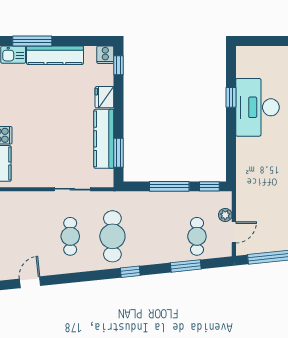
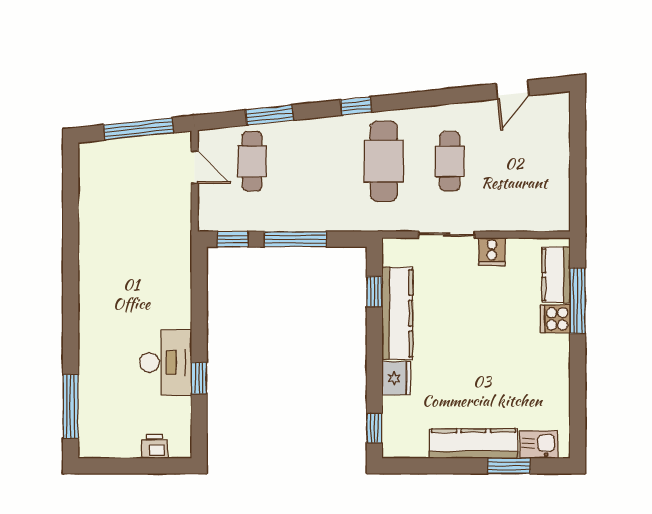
window: (32, 41) -> (509, 466), width x0.69
printer: (259, 53) -> (155, 447), added
cooker: (105, 55) -> (492, 252), moved, turned 180
desk: (257, 107) -> (166, 362), width x0.73, depth x0.77
window: (119, 153) -> (374, 292), width x0.67
plant: (225, 215) -> (208, 195), removed
door: (234, 232) -> (195, 167), swing flipped

